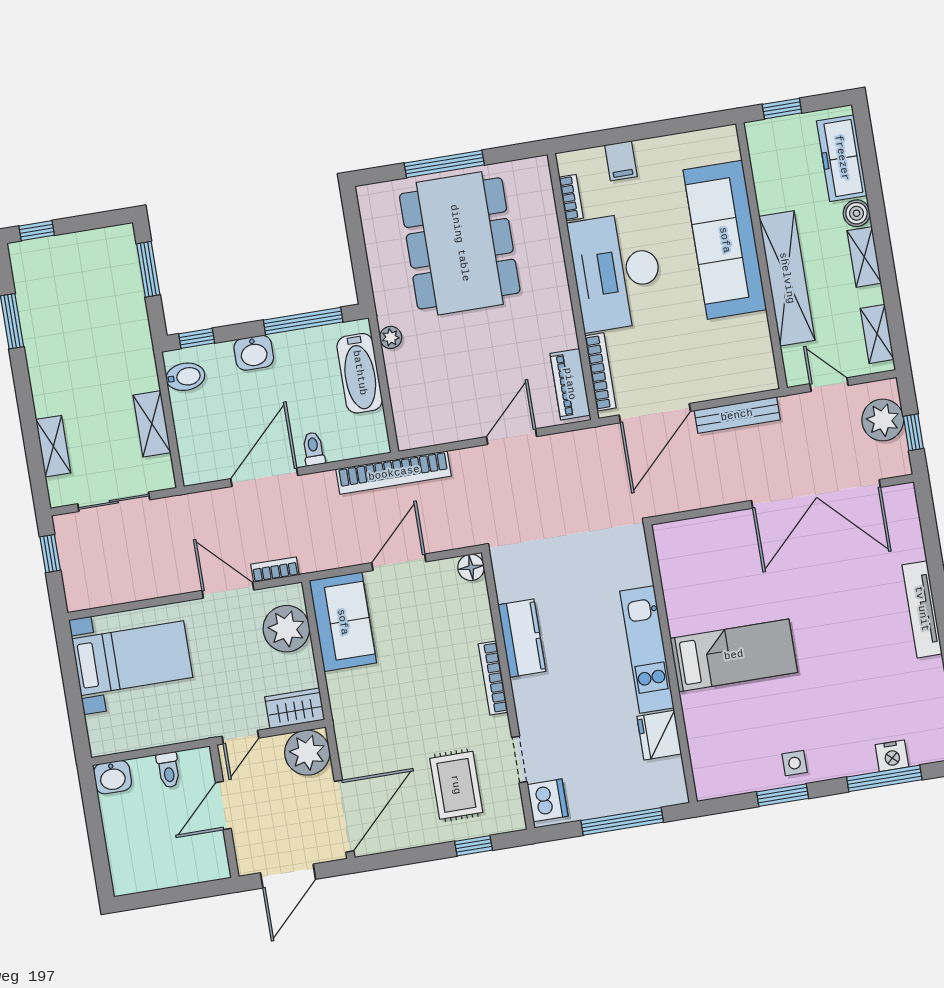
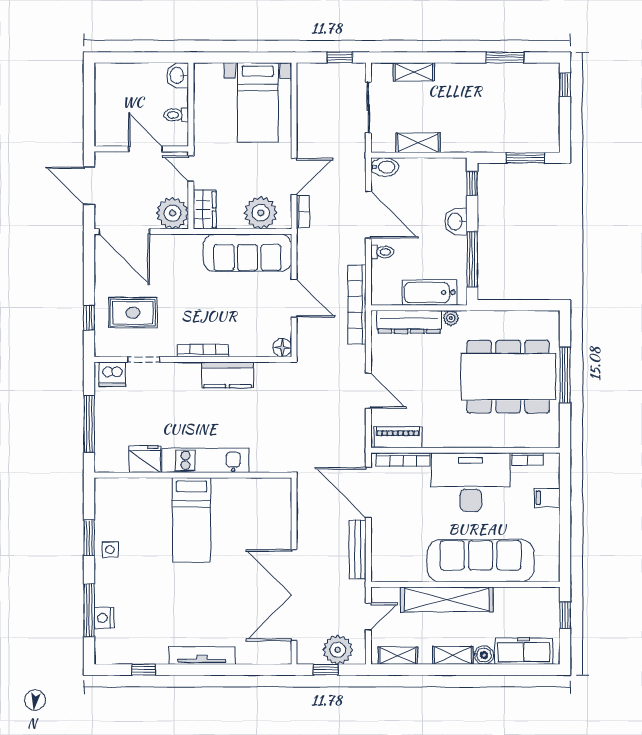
bidet: (185, 377) -> (385, 167), moved, turned -90
dresser: (406, 395) -> (409, 322), added
sofa: (343, 622) -> (247, 253), width x1.36

